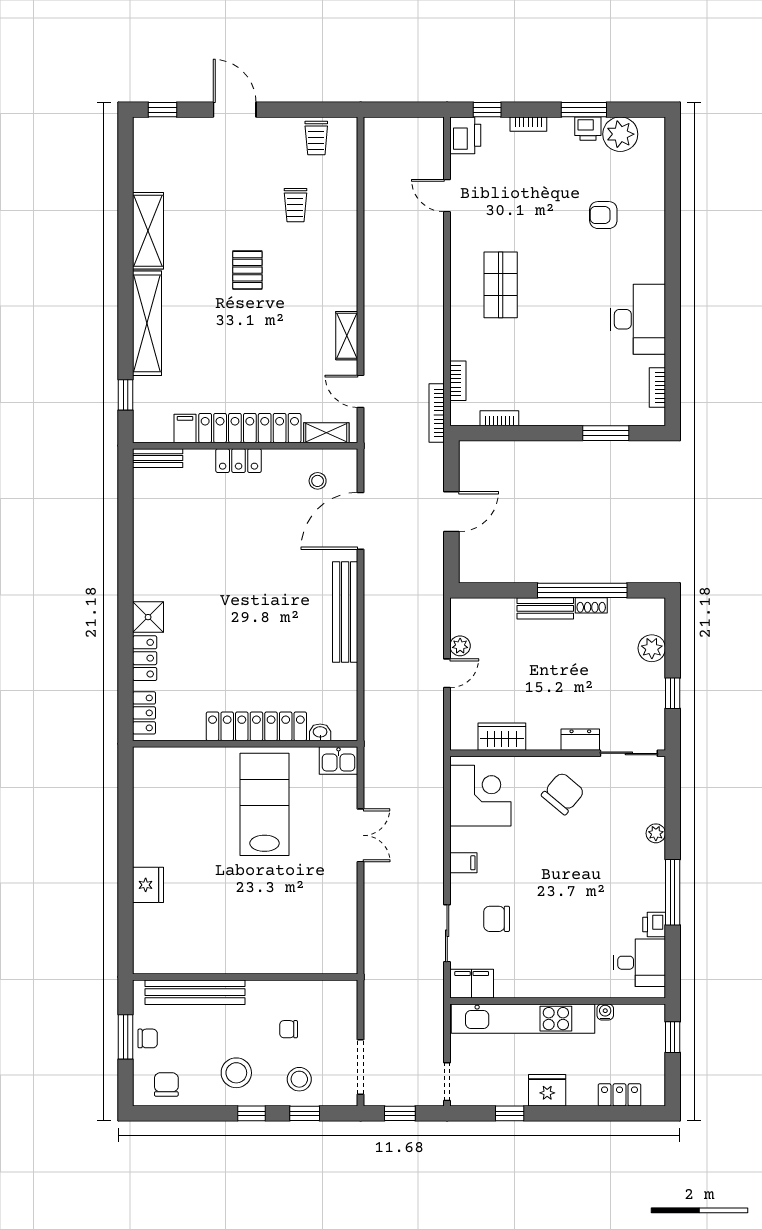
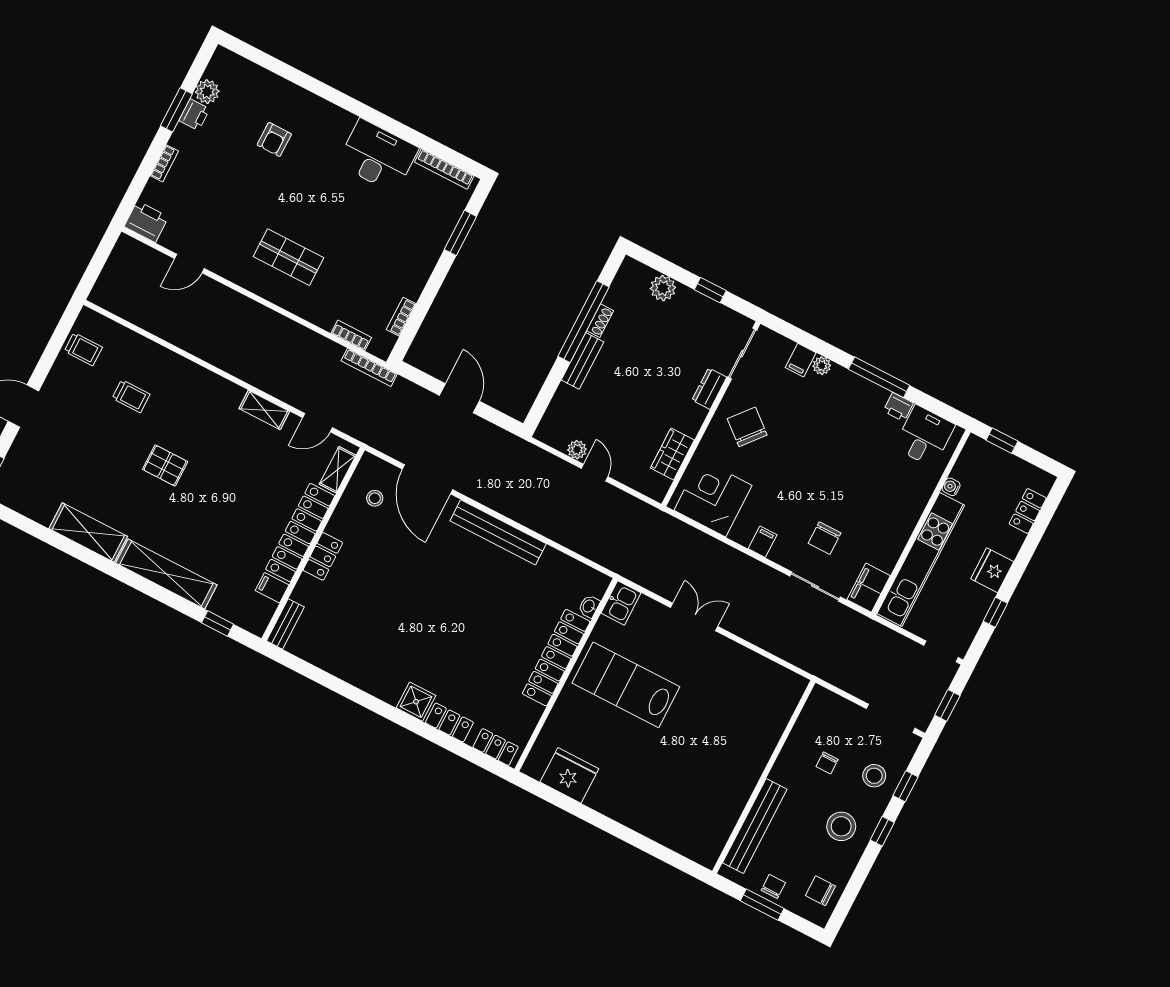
window: (487, 110) -> (134, 192), removed
plant: (620, 134) -> (207, 92), width x0.73, depth x0.73
bookcase: (657, 387) -> (444, 169), width x1.56
filing cabinet: (651, 811) -> (801, 360), added
fridge: (148, 885) -> (569, 775), moved, width x1.36, depth x1.34

